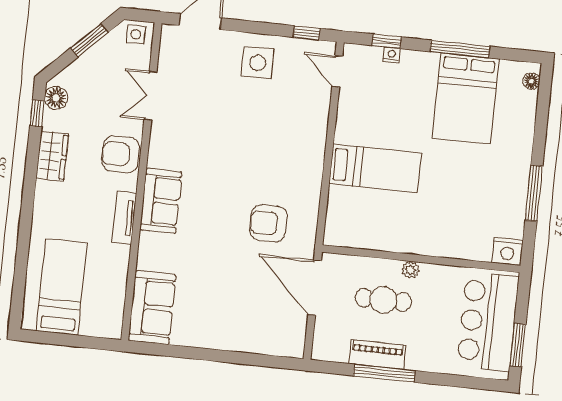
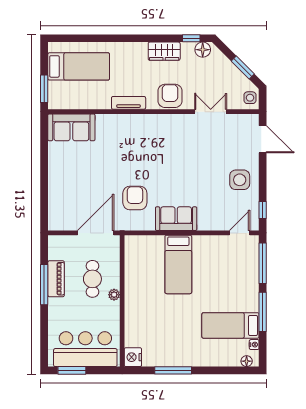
window: (387, 41) -> (263, 263), width x2.17
nightstand: (392, 55) -> (254, 345), moved
bed: (466, 99) -> (230, 325), width x0.67
sofa: (161, 201) -> (176, 219), moved, turned 180
window: (90, 342) -> (44, 89), added

